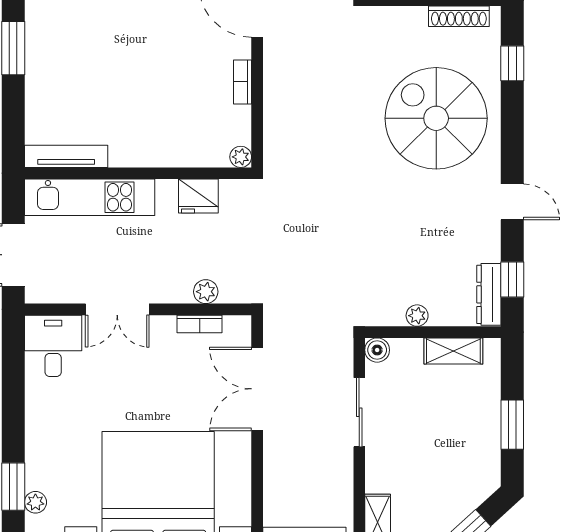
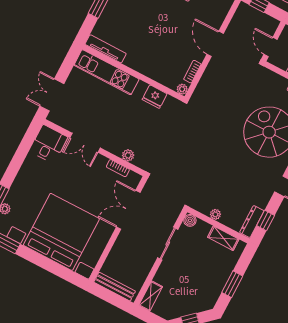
tv unit: (66, 156) -> (106, 49), moved
plant: (241, 157) -> (182, 89), moved
wall: (138, 173) -> (133, 73), moved
fridge: (198, 196) -> (155, 97), moved
kitchen unit: (90, 197) -> (106, 72), moved

